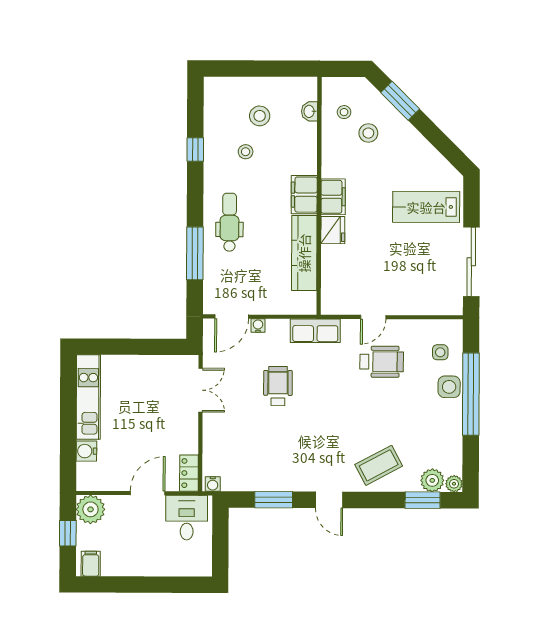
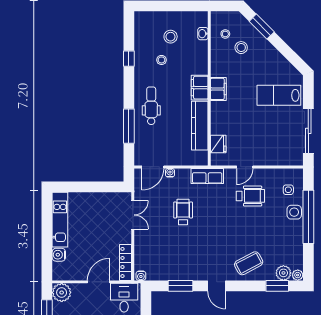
fridge: (333, 230) -> (218, 144), moved
locker: (189, 473) -> (125, 262), width x1.53

